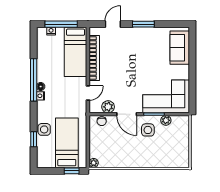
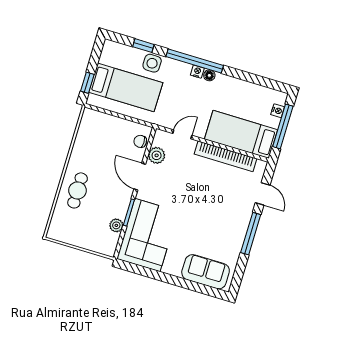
window: (143, 24) -> (251, 234), width x1.44
window: (34, 80) -> (195, 61), moved
door: (88, 93) -> (182, 134), swing flipped
door: (127, 114) -> (140, 177), hinge flipped
side table: (148, 130) -> (111, 198), removed
cafe table: (150, 155) -> (78, 190), added
plant: (94, 163) -> (89, 115), removed

